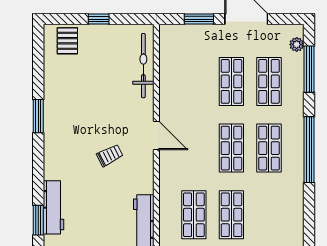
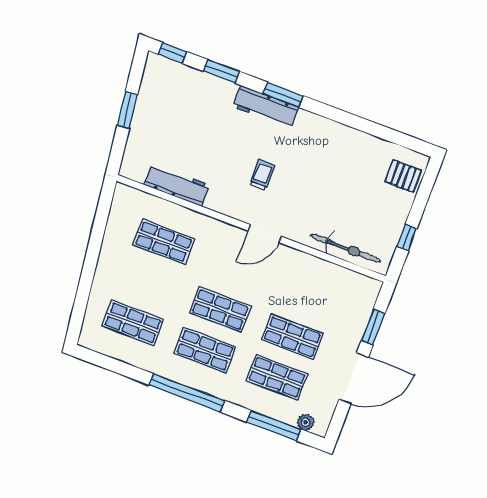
window: (99, 19) -> (407, 238), moved
window: (38, 116) -> (283, 95), moved
trolley: (110, 155) -> (262, 175), turned -153
workbench: (53, 207) -> (266, 107), moved
shop shelf: (231, 215) -> (133, 323), moved

